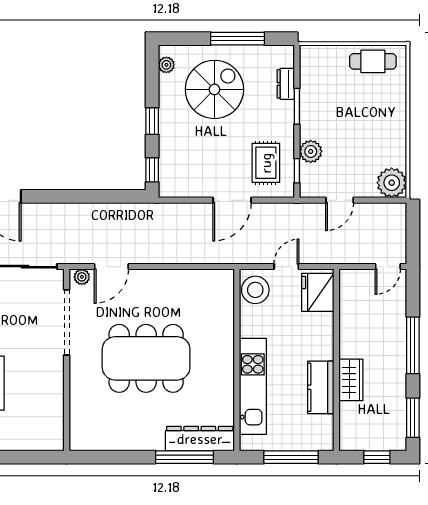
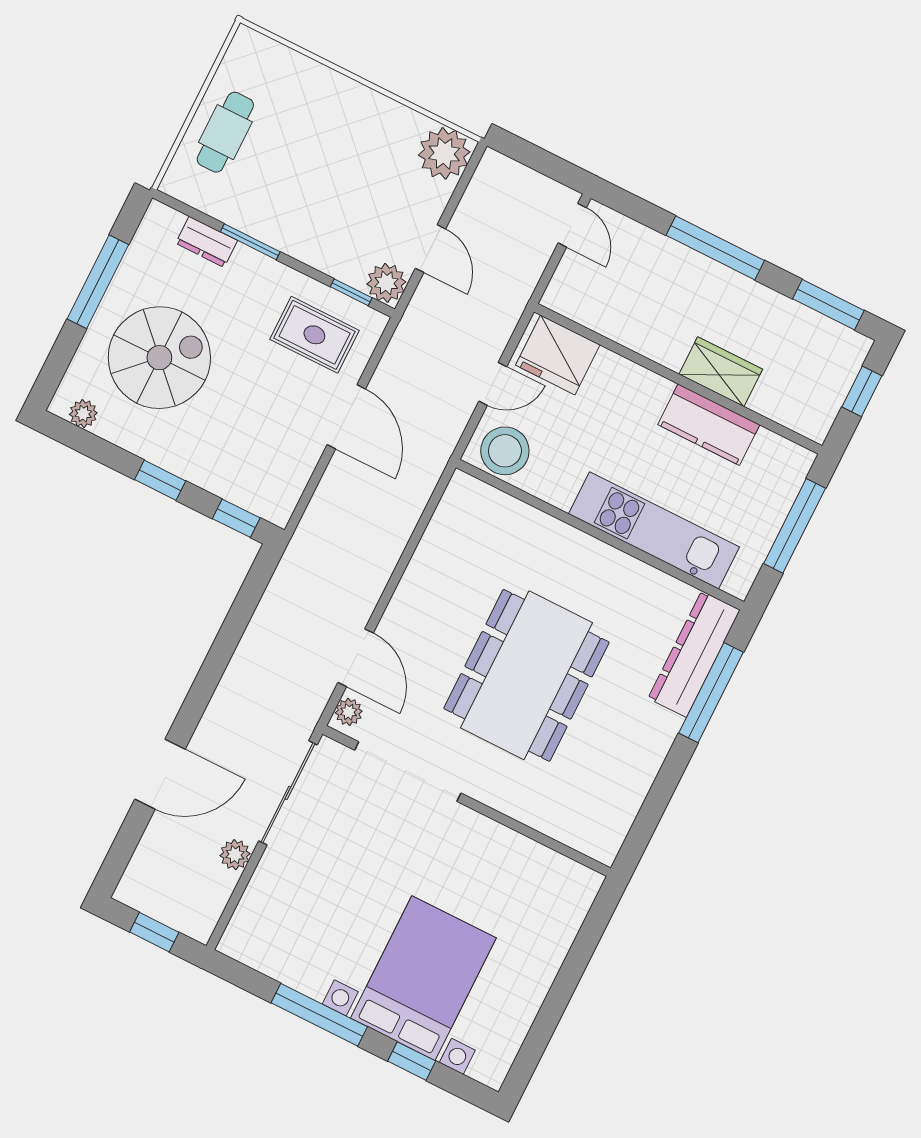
cafe table: (373, 61) -> (225, 132), moved
spiral stairs: (214, 89) -> (159, 358), turned 90
plant: (311, 151) -> (386, 283), moved
door: (286, 267) -> (493, 384), swing flipped

